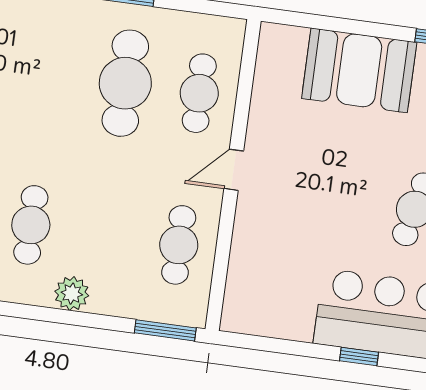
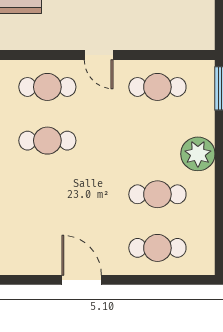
cafe table: (125, 83) -> (47, 141), width x0.73, depth x0.74
plant: (72, 294) -> (198, 154), width x1.36, depth x1.36

